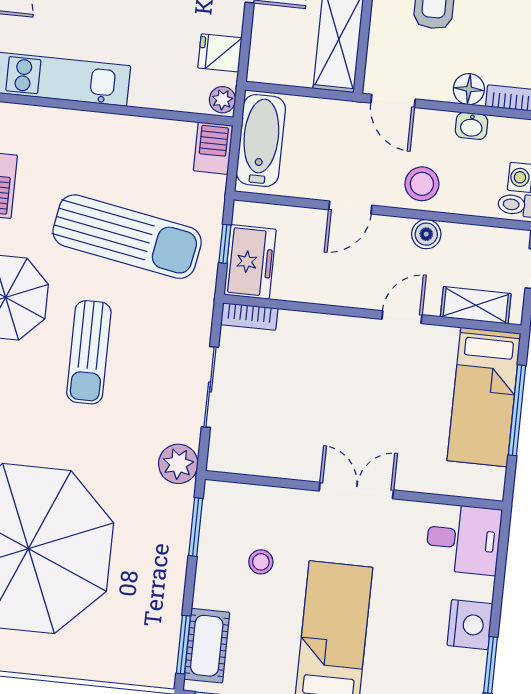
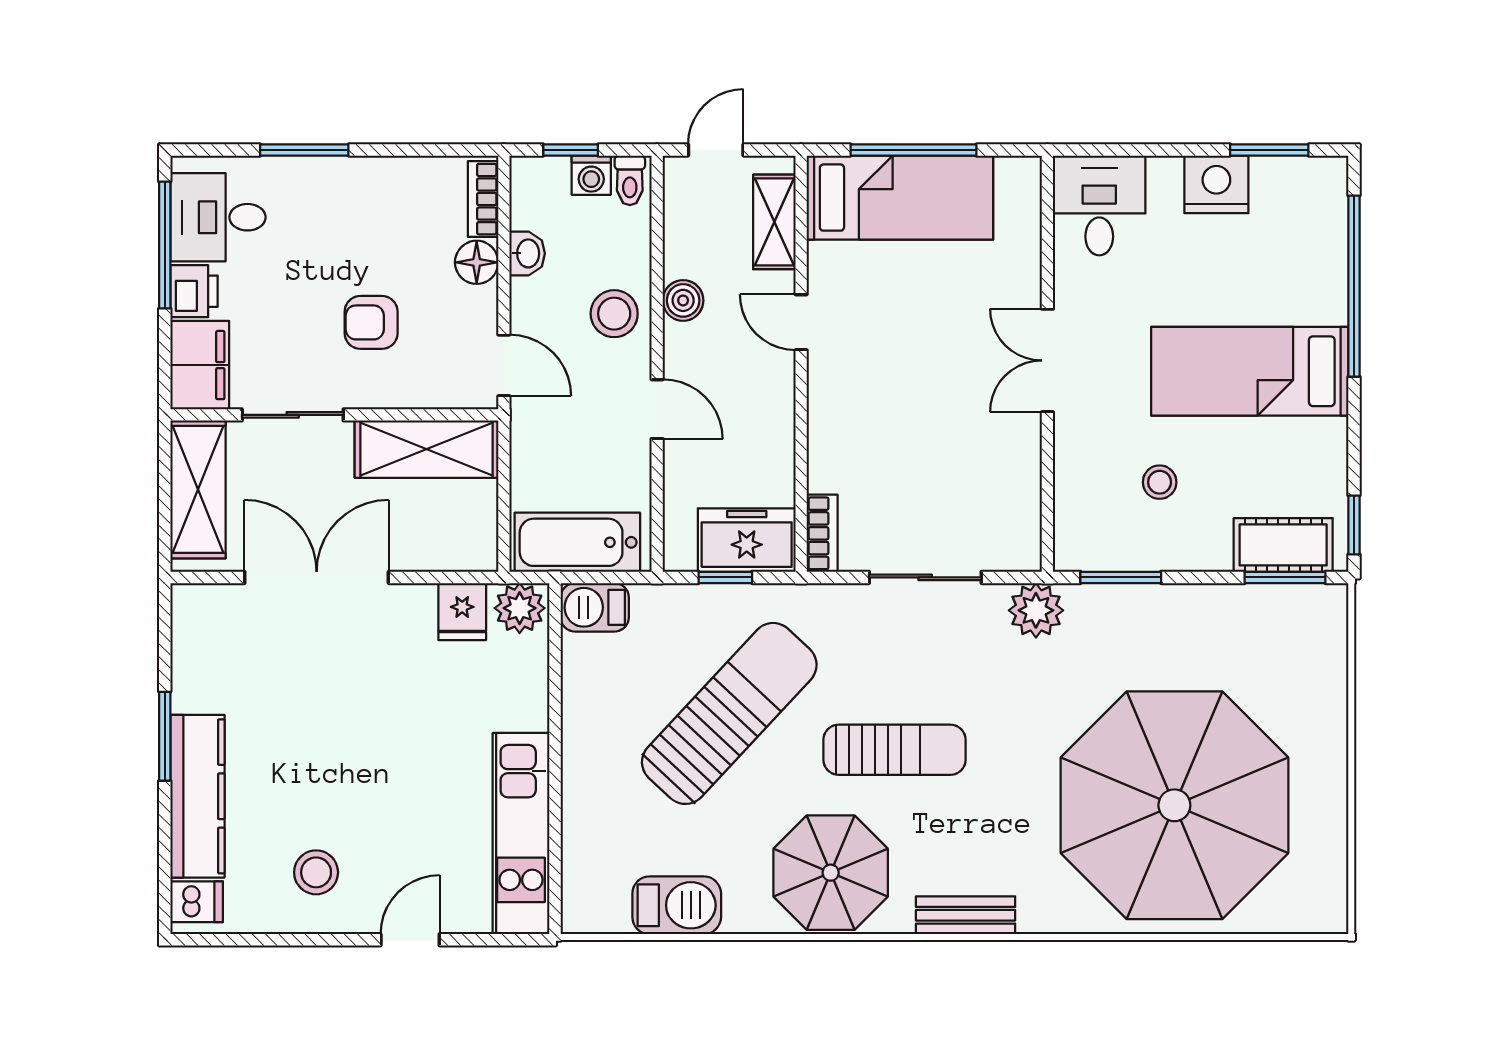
plant: (222, 100) -> (520, 608), width x1.38, depth x1.38
door: (393, 101) -> (504, 365), hinge flipped
sun lounger: (127, 237) -> (729, 713), turned 33

